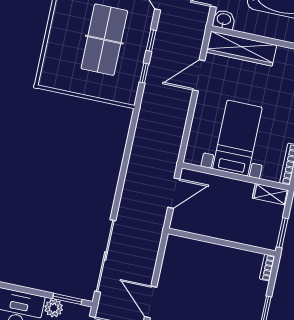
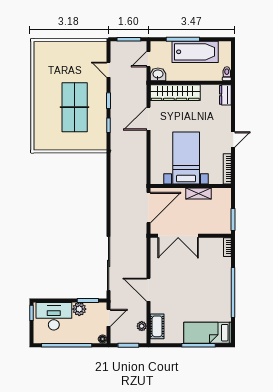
door: (174, 193) -> (148, 208), width x1.36
shelving: (271, 194) -> (199, 193), moved
double door: (205, 239) -> (178, 236), added

